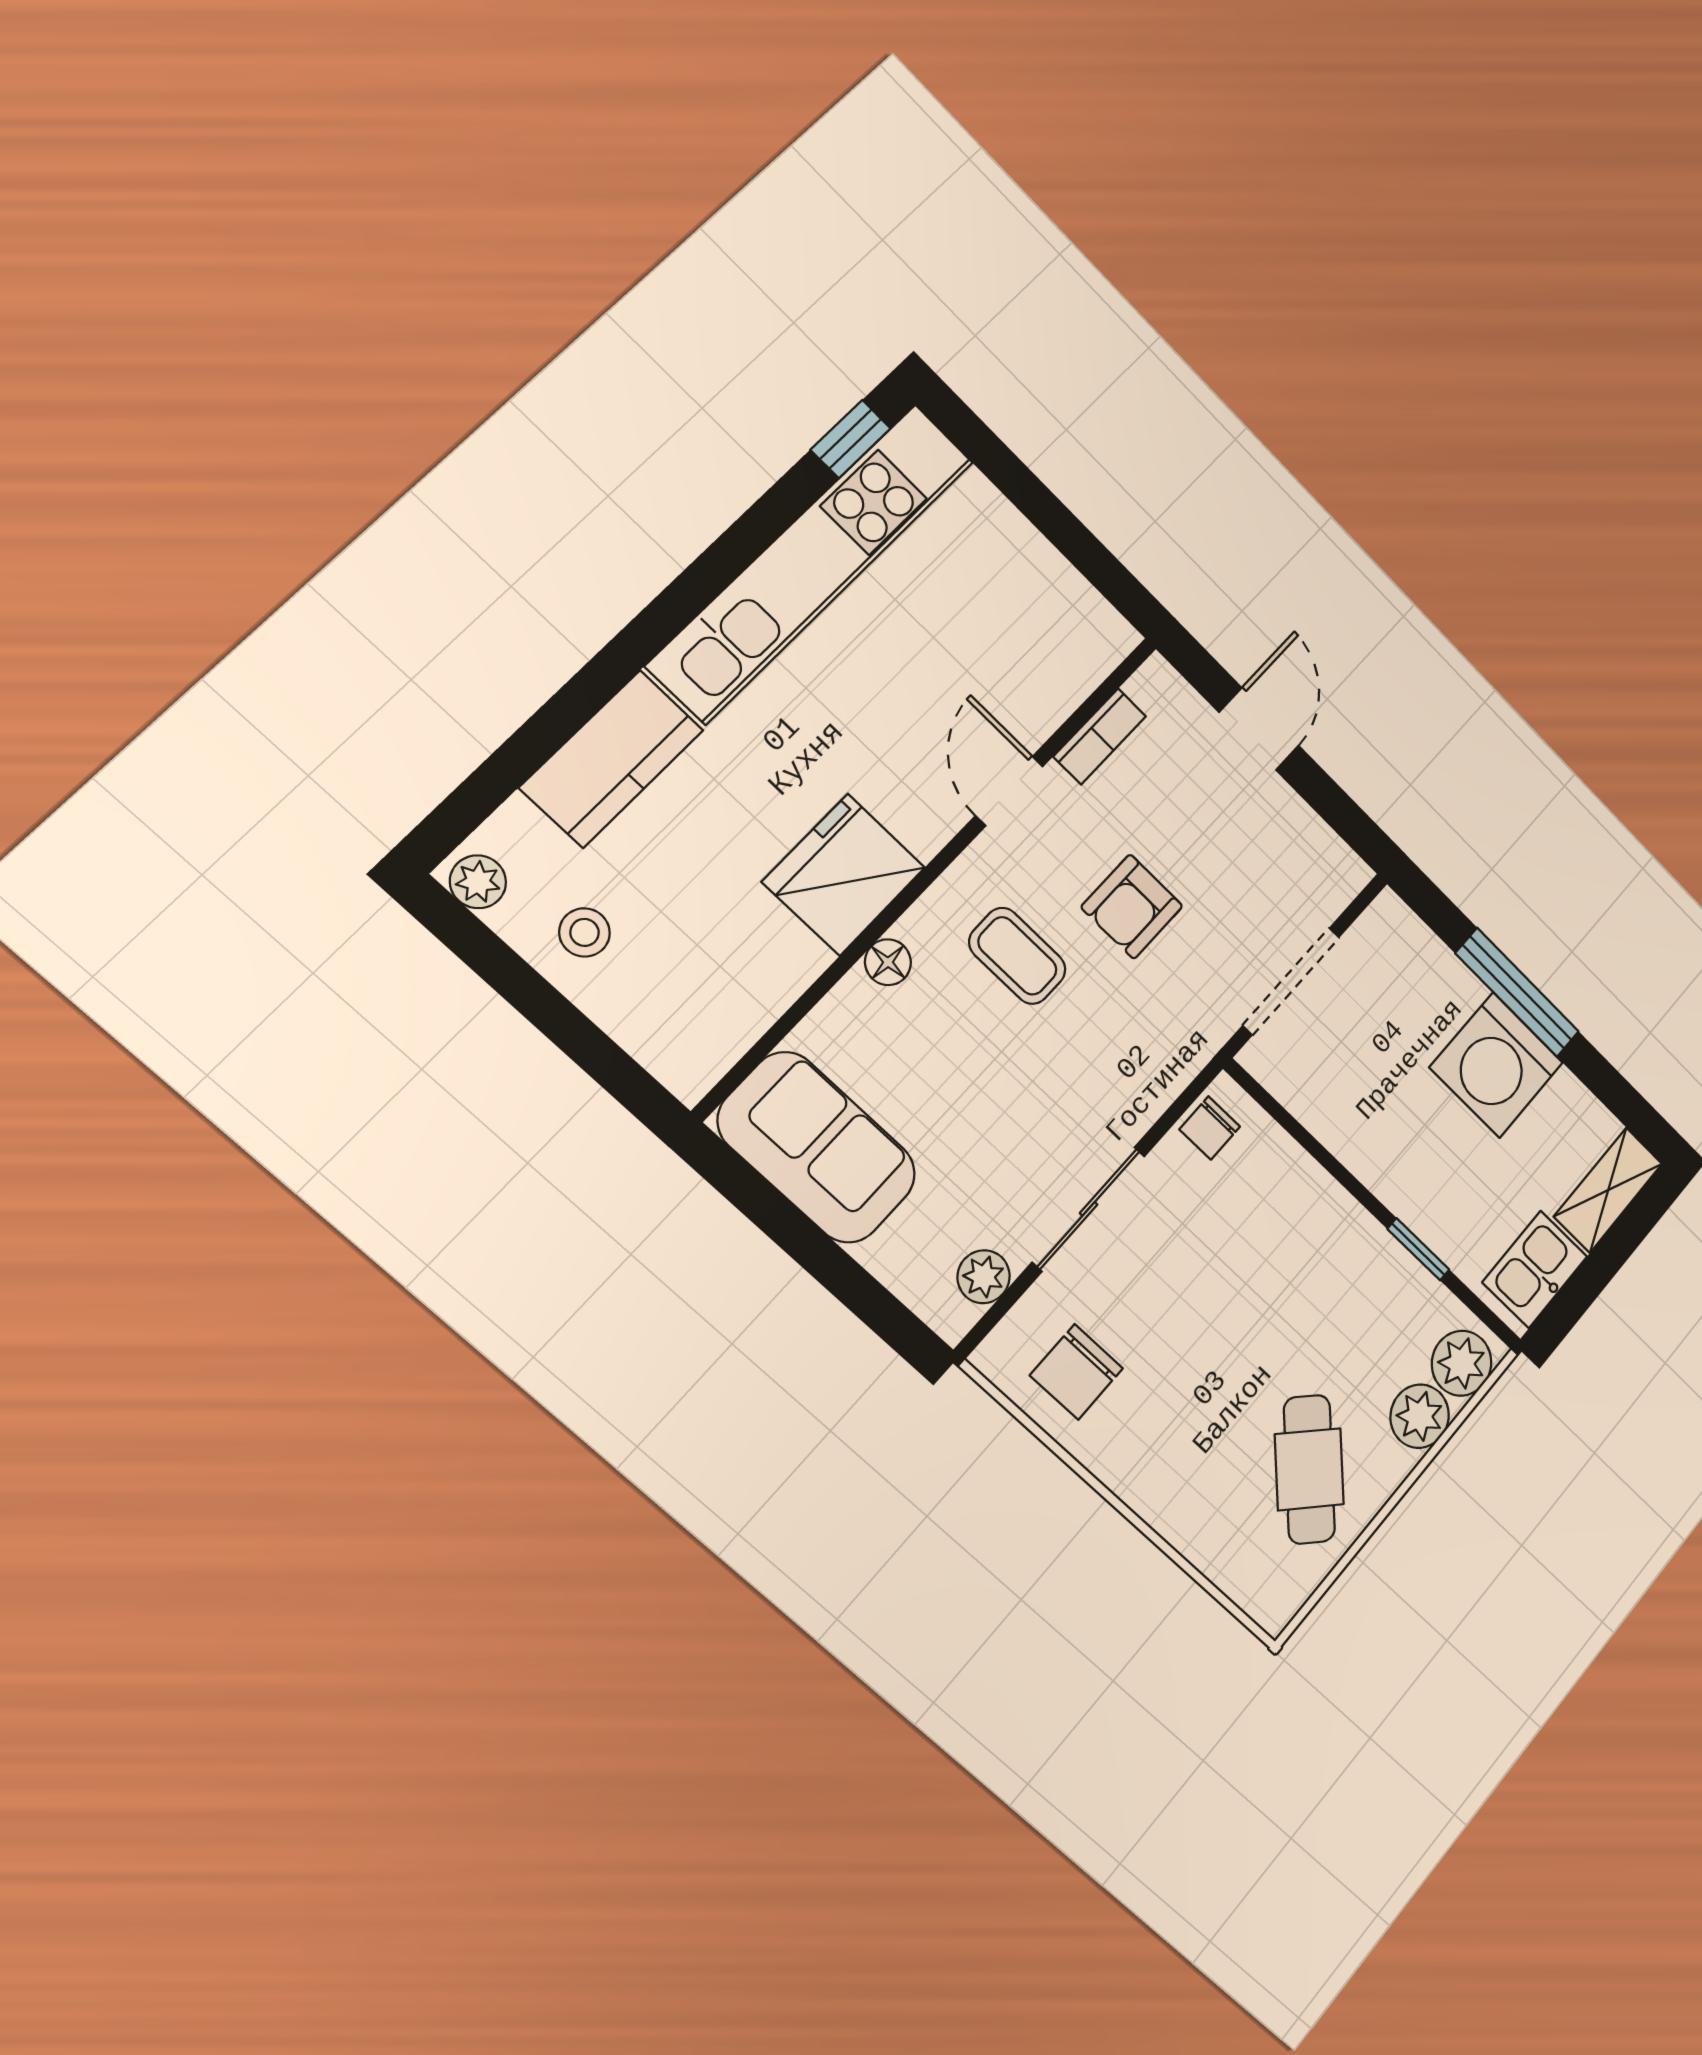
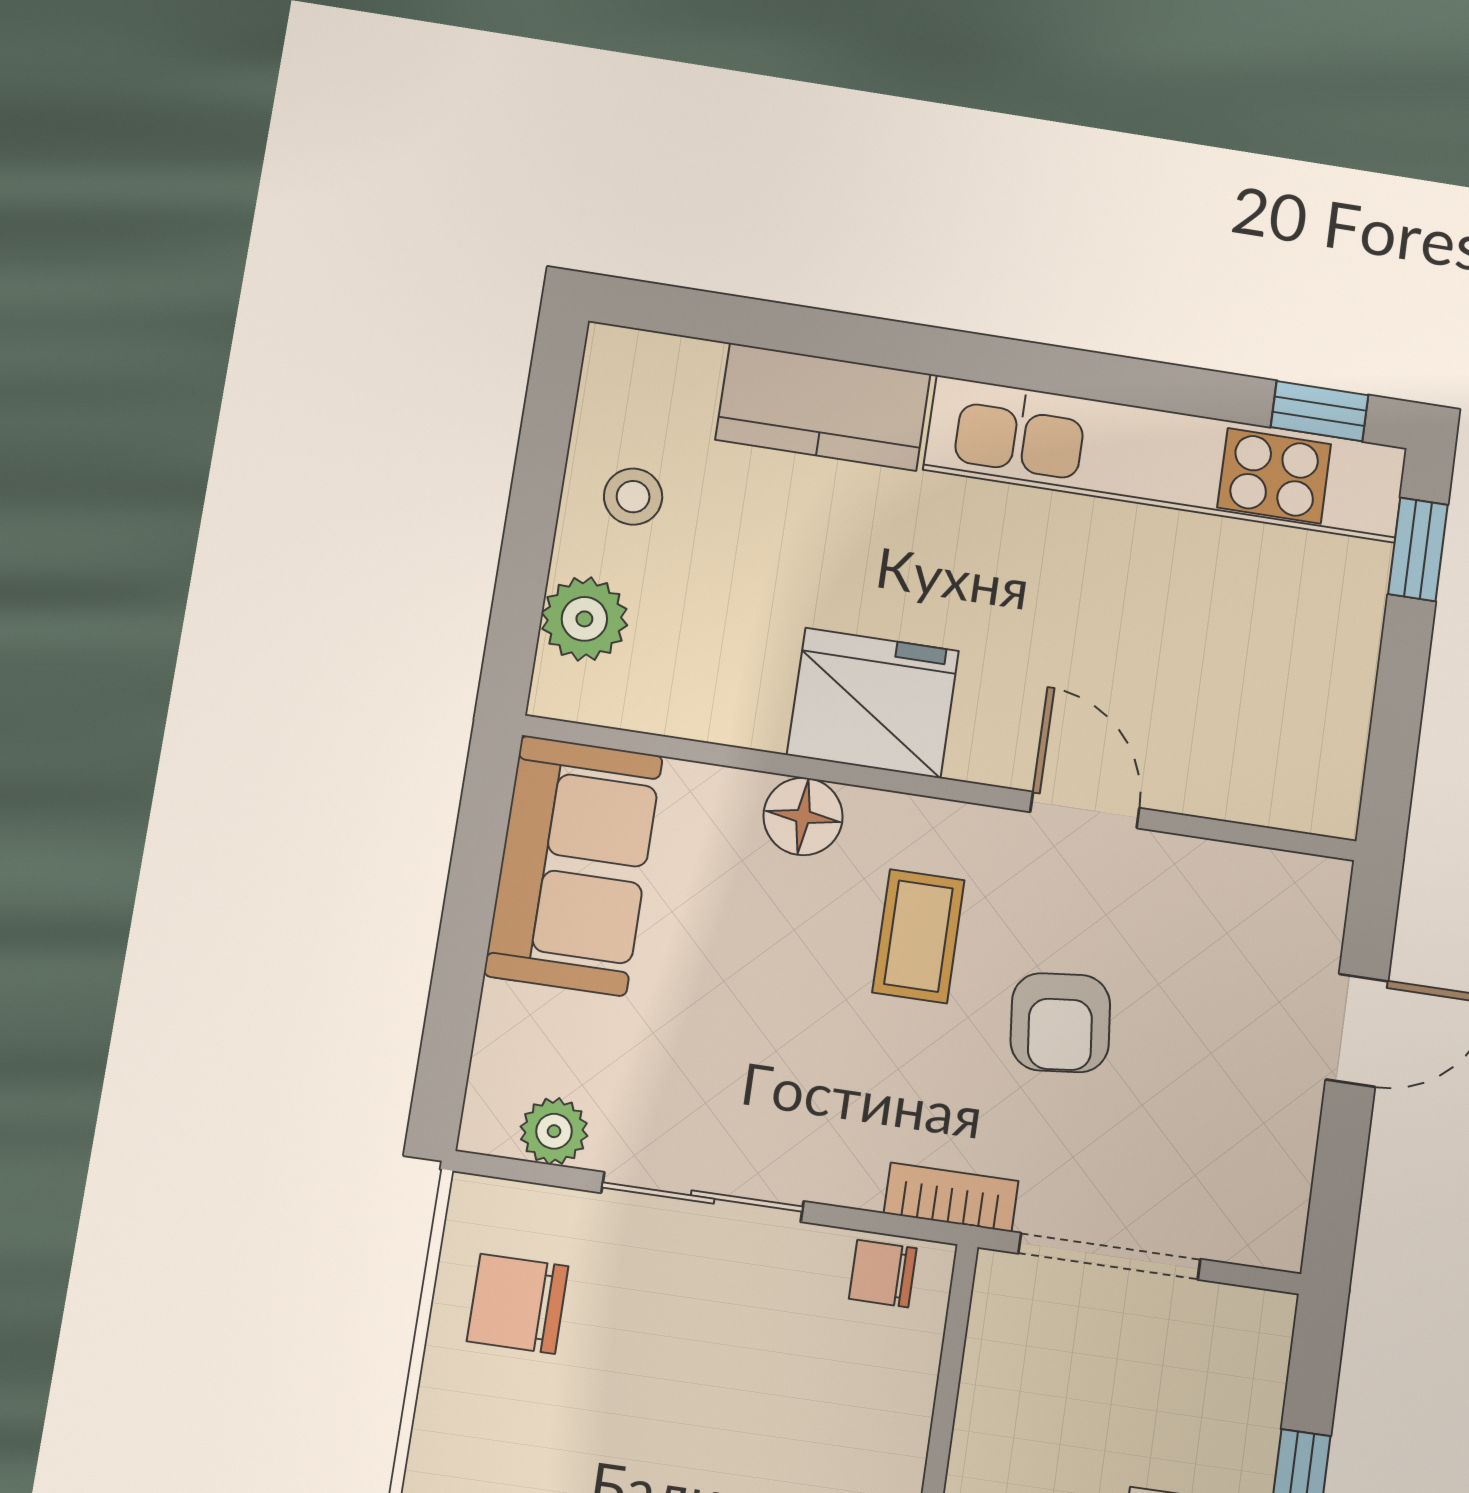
window: (987, 452) -> (1418, 549), added
bookcase: (1100, 736) -> (951, 1197), moved, turned 180
door: (1009, 791) -> (1085, 810), hinge flipped
plant: (478, 882) -> (584, 619), moved, width x1.38, depth x1.38
armchair: (1132, 907) -> (1060, 1023), turned -96
floor lamp: (888, 962) -> (803, 816), width x1.37, depth x1.37

